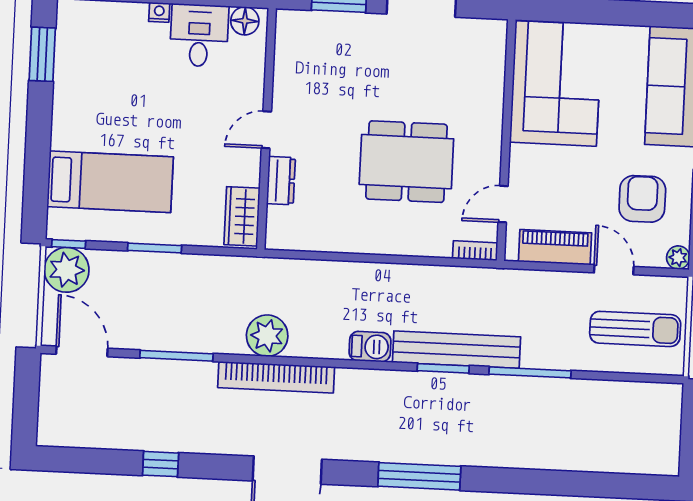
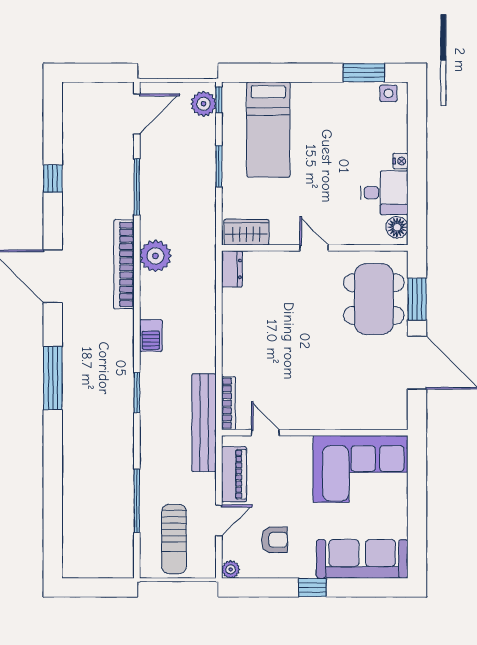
side table: (71, 24) -> (388, 93), added
dining table: (406, 162) -> (374, 299), moved
dresser: (281, 181) -> (232, 269), moved, turned -90
armchair: (642, 199) -> (274, 540), width x0.72, depth x0.72
bookcase: (475, 251) -> (229, 403), width x1.56
plant: (67, 270) -> (204, 104), width x0.73, depth x0.73
bench: (456, 350) -> (204, 423), moved
window: (530, 372) -> (137, 501), moved

